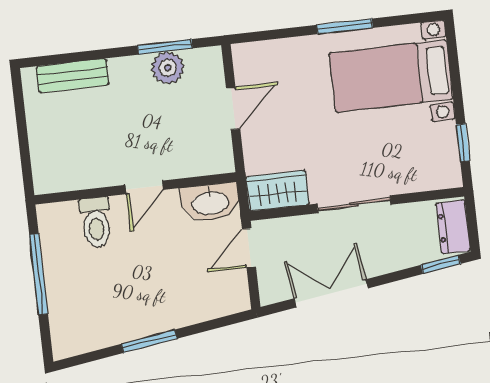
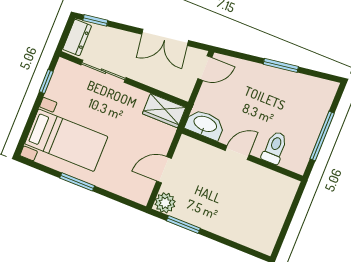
plant: (168, 68) -> (165, 203), moved
bench: (73, 76) -> (243, 236), removed
sliding door: (354, 204) -> (103, 71), moved
door: (249, 248) -> (205, 68), moved

